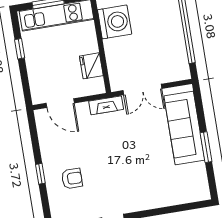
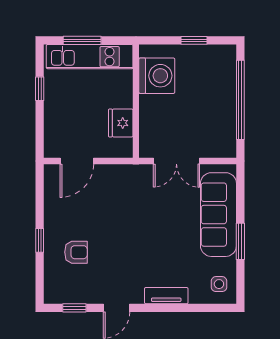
door: (60, 103) -> (77, 161), hinge flipped
fireplace: (106, 105) -> (131, 172), removed
side table: (194, 185) -> (219, 284), added
tv unit: (152, 202) -> (166, 296), added

